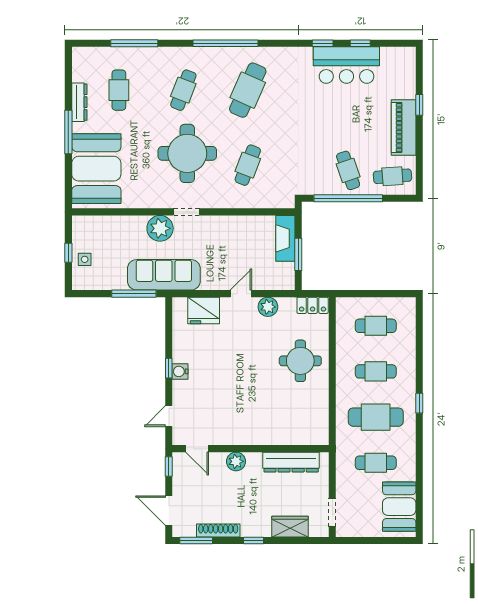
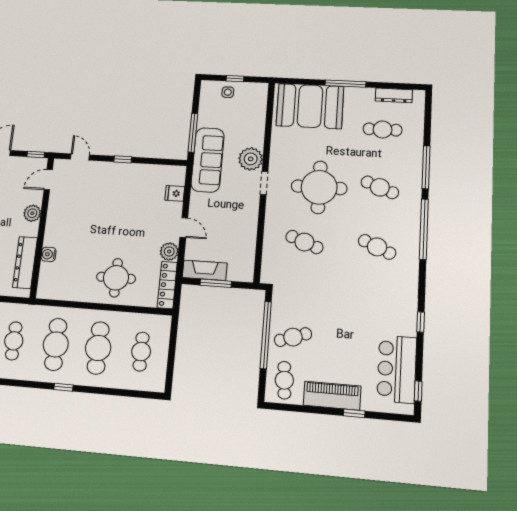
window: (134, 43) -> (426, 167), moved
window: (360, 43) -> (418, 391), moved
bar counter: (346, 65) -> (397, 369), moved
cafe table: (248, 90) -> (377, 247), width x0.73, depth x0.74
dresser: (79, 102) -> (394, 95), moved
fireplace: (285, 238) -> (205, 270), moved
locker: (313, 305) -> (167, 285), width x1.53
fridge: (204, 310) -> (175, 193), width x0.53, depth x0.75
water cooler: (180, 371) -> (49, 254), moved, turned -90
cafe table: (376, 371) -> (98, 348), width x1.37, depth x1.35

